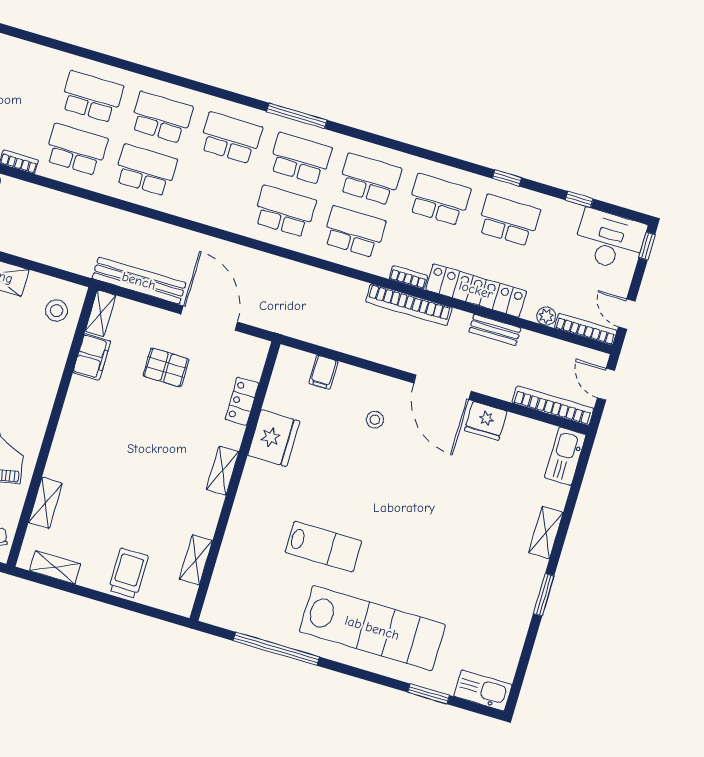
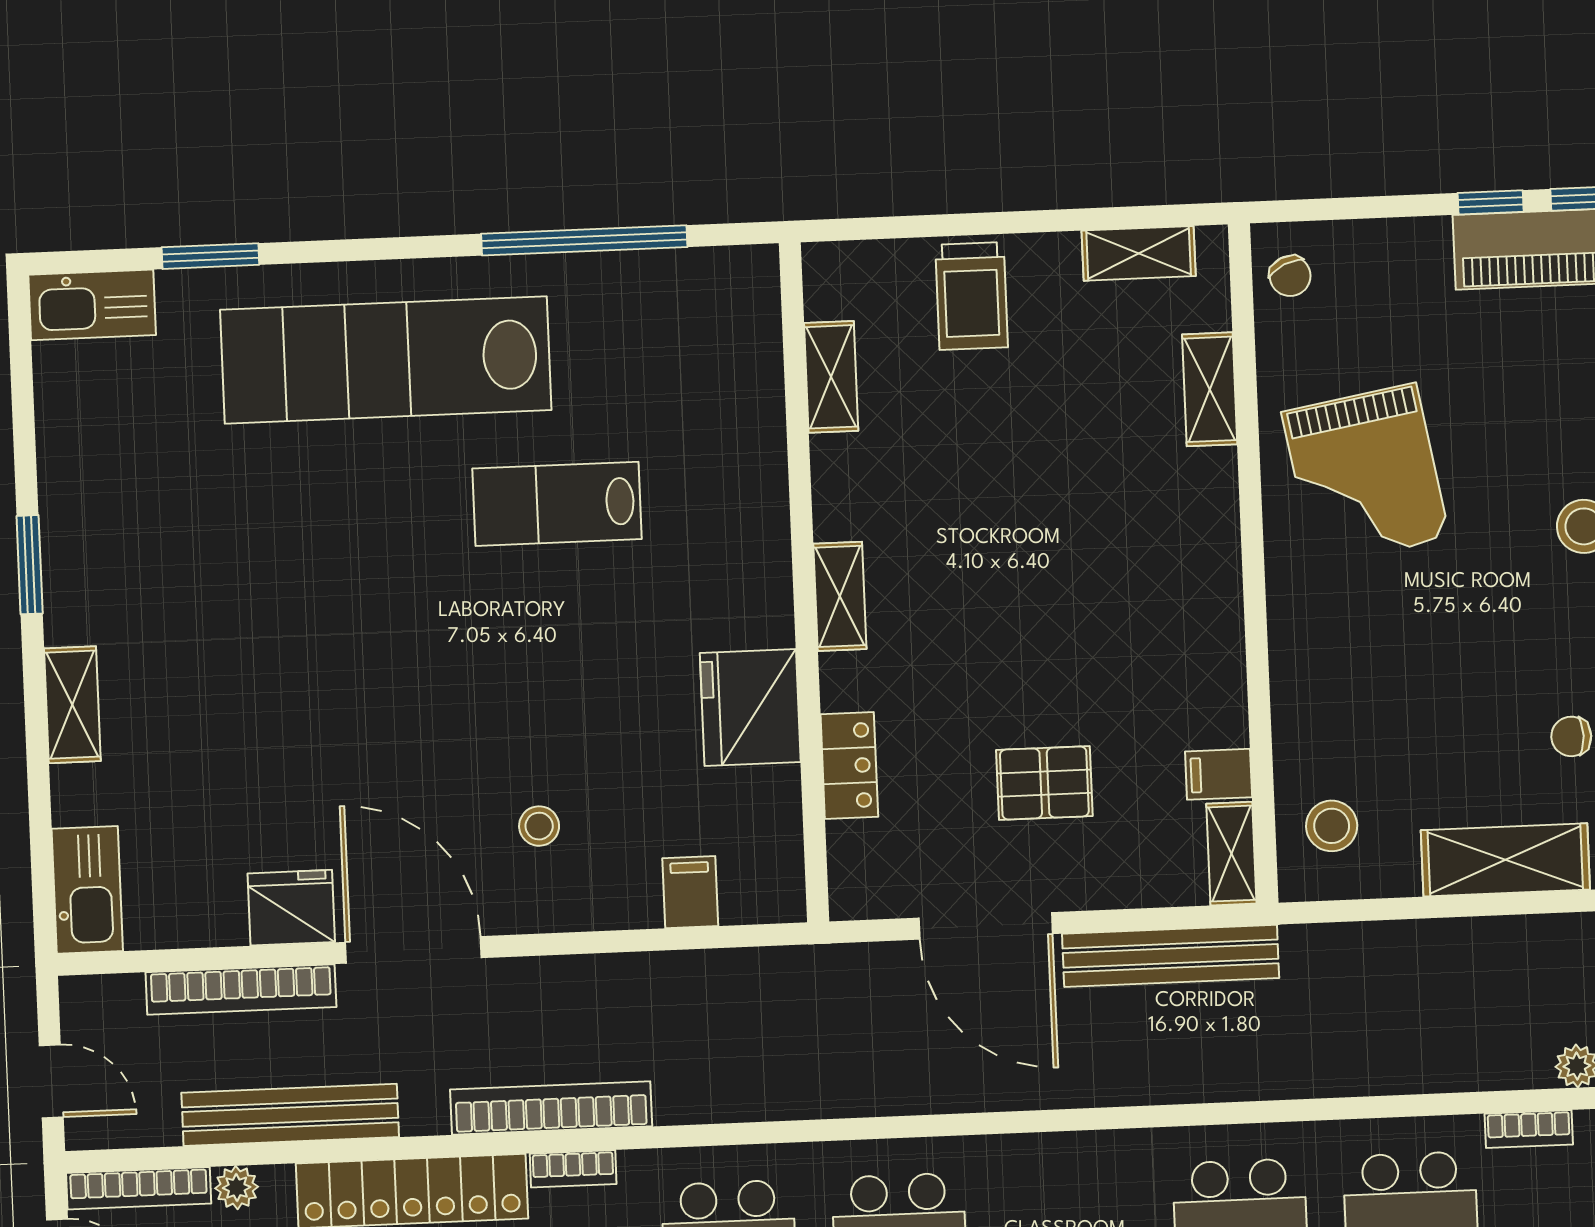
bench: (495, 330) -> (290, 1115), width x1.86, depth x1.21
filing cabinet: (92, 357) -> (1219, 774), width x0.50
bookcase: (553, 406) -> (241, 990), moved

